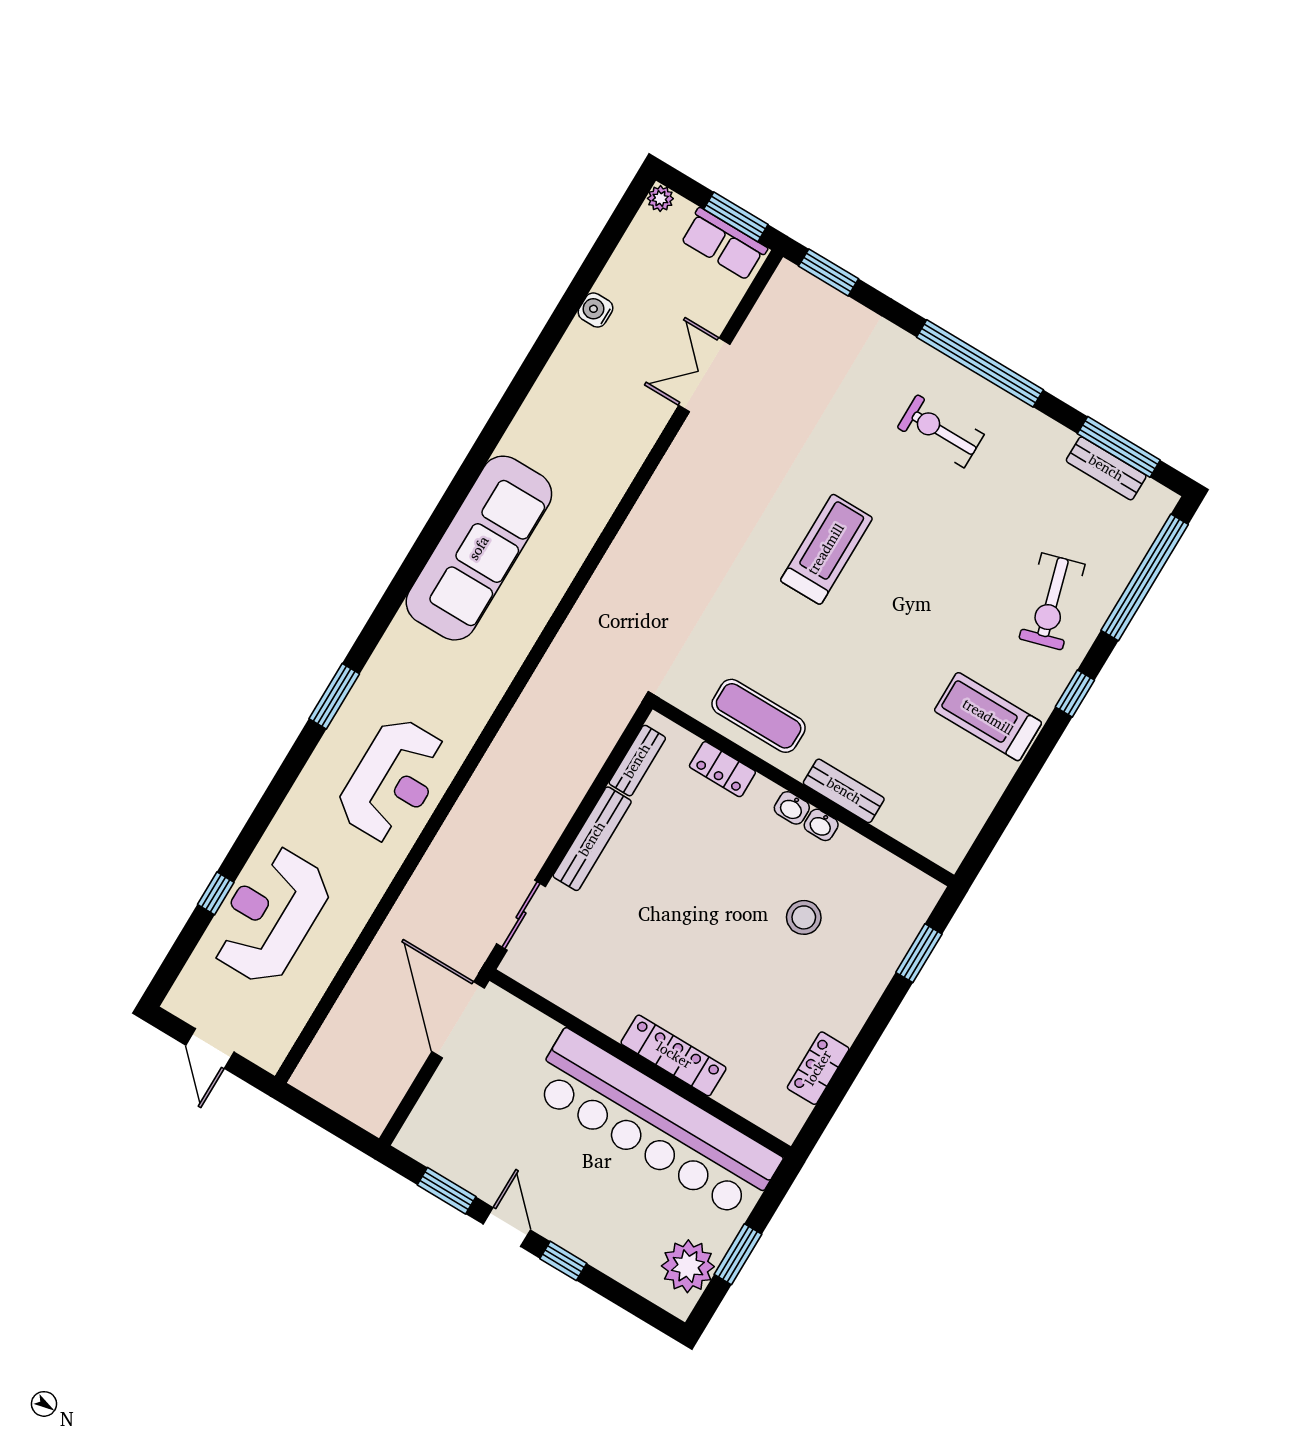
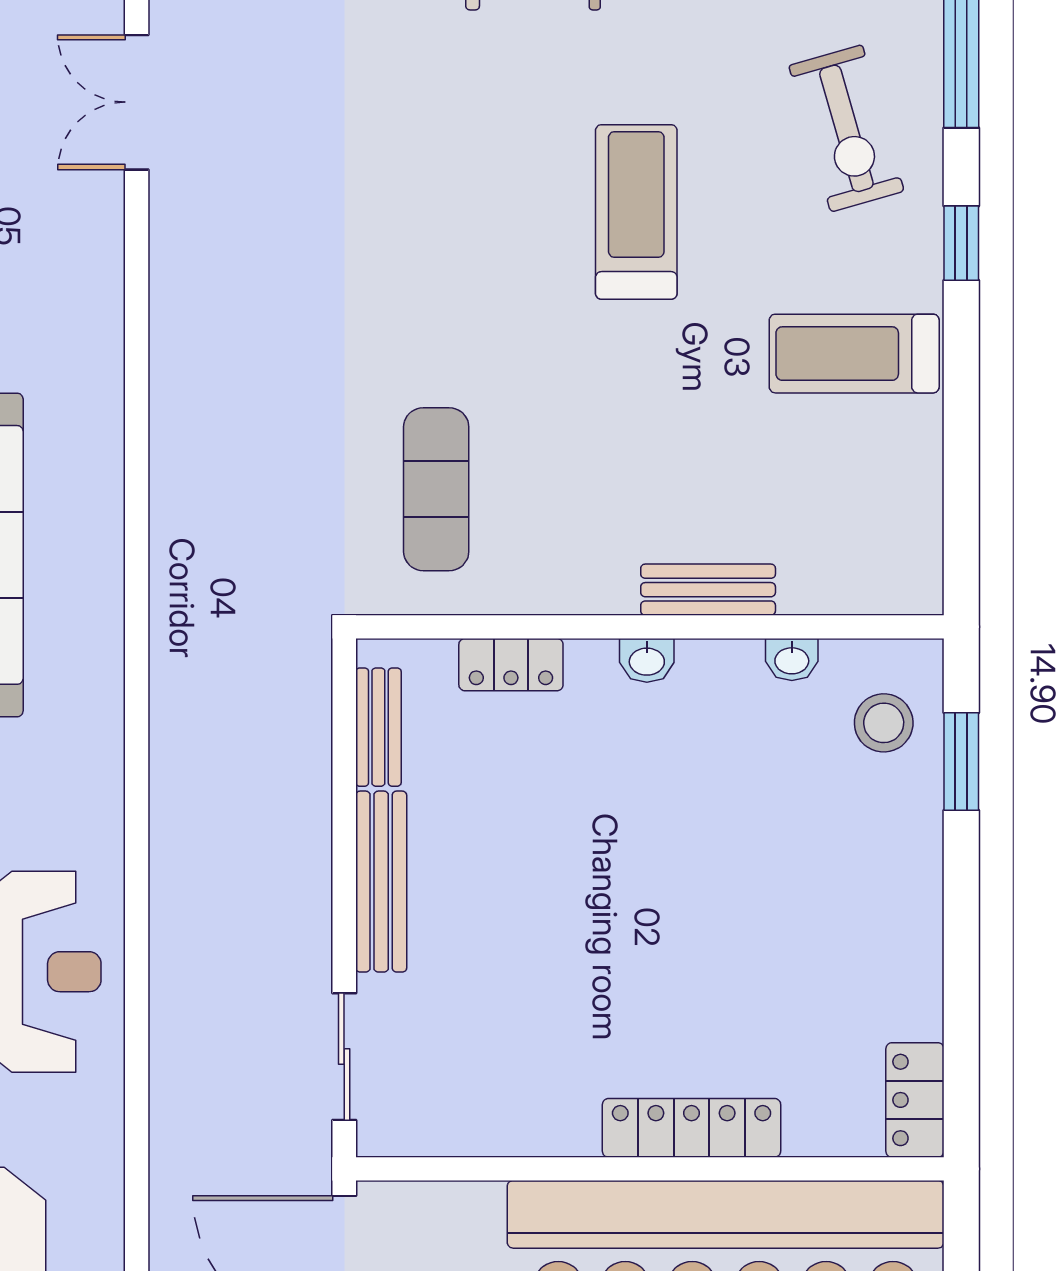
treadmill: (826, 549) -> (636, 212), moved
exercise mat: (759, 716) -> (436, 489), moved, turned 90
washbasin: (821, 825) -> (792, 660), moved
stool: (804, 917) -> (884, 723), moved
locker: (818, 1068) -> (915, 1100), moved

